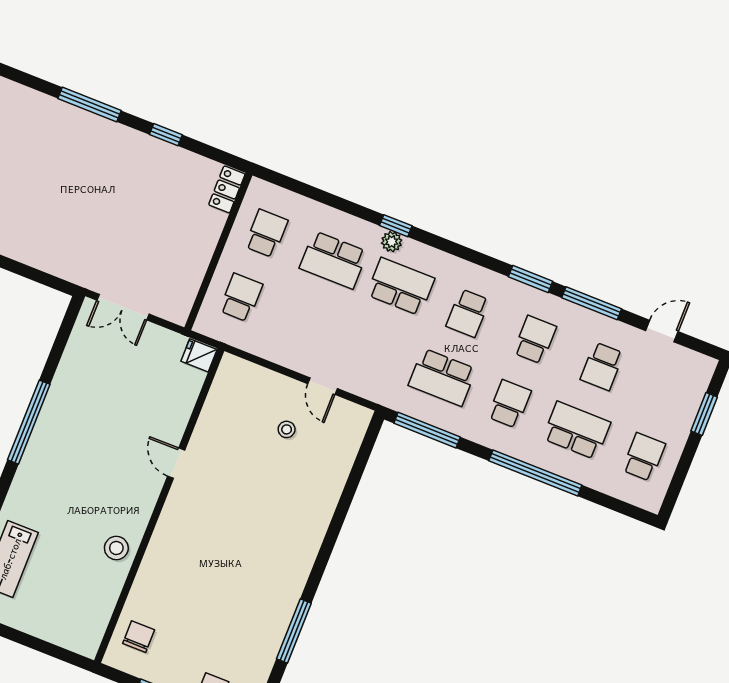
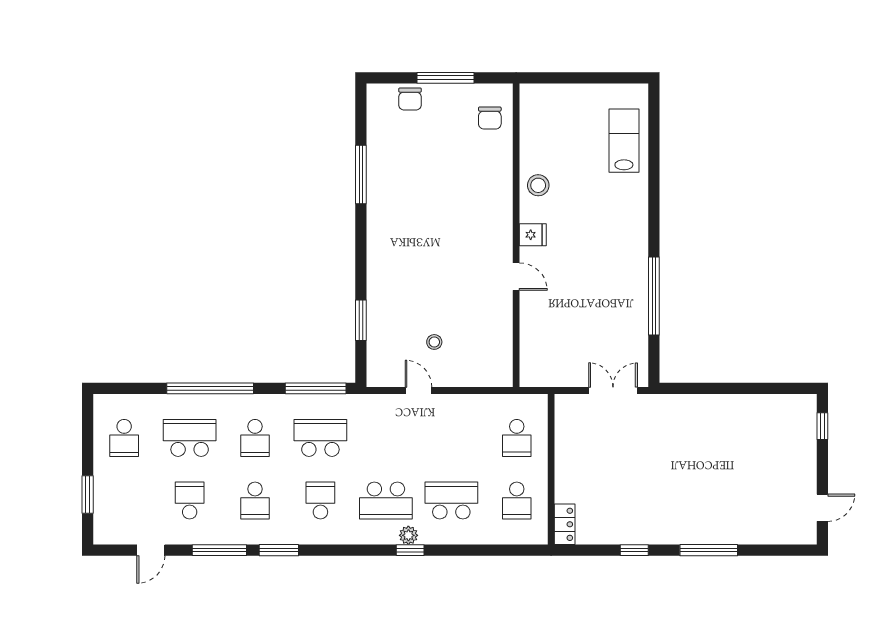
fridge: (199, 355) -> (533, 235), moved
window: (29, 422) -> (654, 296), moved
school desk: (577, 430) -> (190, 438), turned 180
window: (353, 482) -> (361, 320), added

